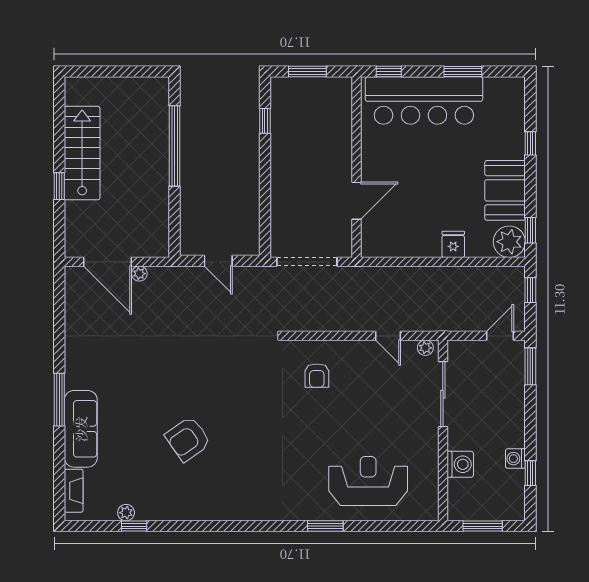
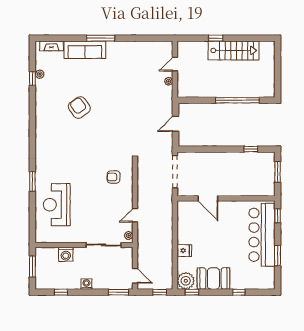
door: (108, 262) -> (175, 64), width x0.53
washing machine: (515, 459) -> (86, 284), moved
reception desk: (368, 481) -> (57, 205), turned 180

